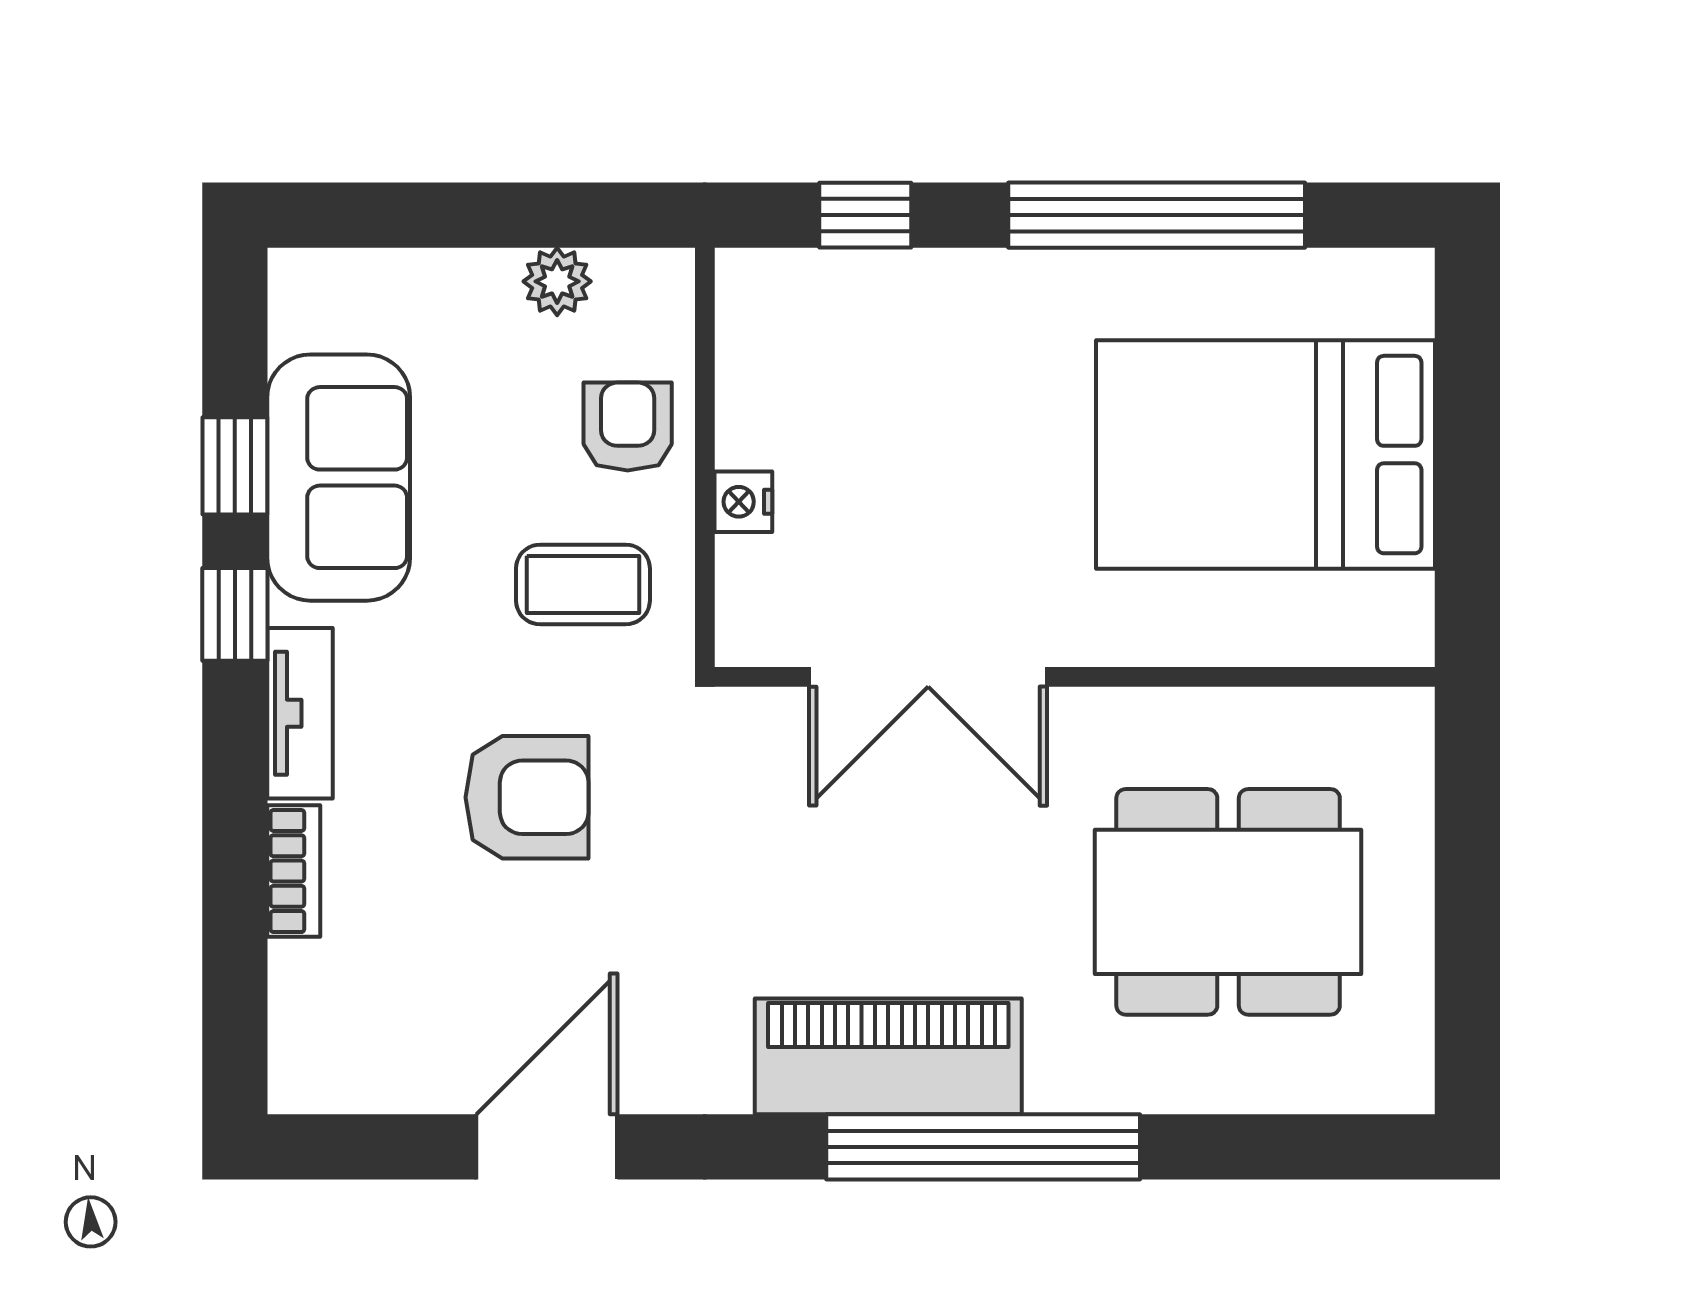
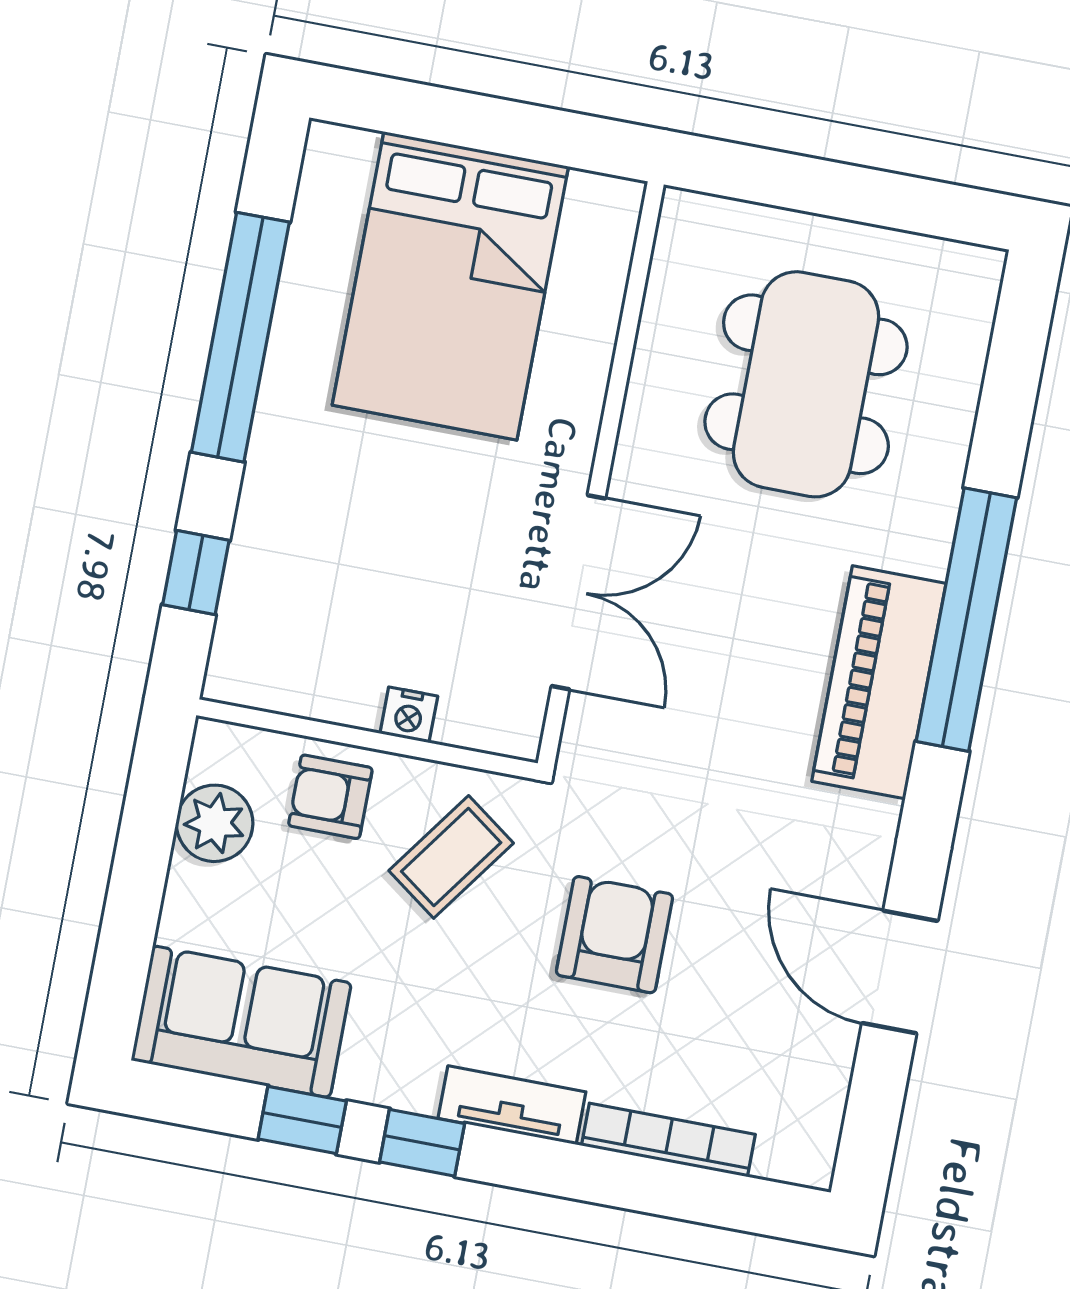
plant: (557, 281) -> (215, 823), width x1.38, depth x1.38
sofa: (339, 478) -> (241, 1022), moved
coffee table: (583, 584) -> (451, 857), turned 36
bookcase: (294, 871) -> (668, 1140), width x1.56

